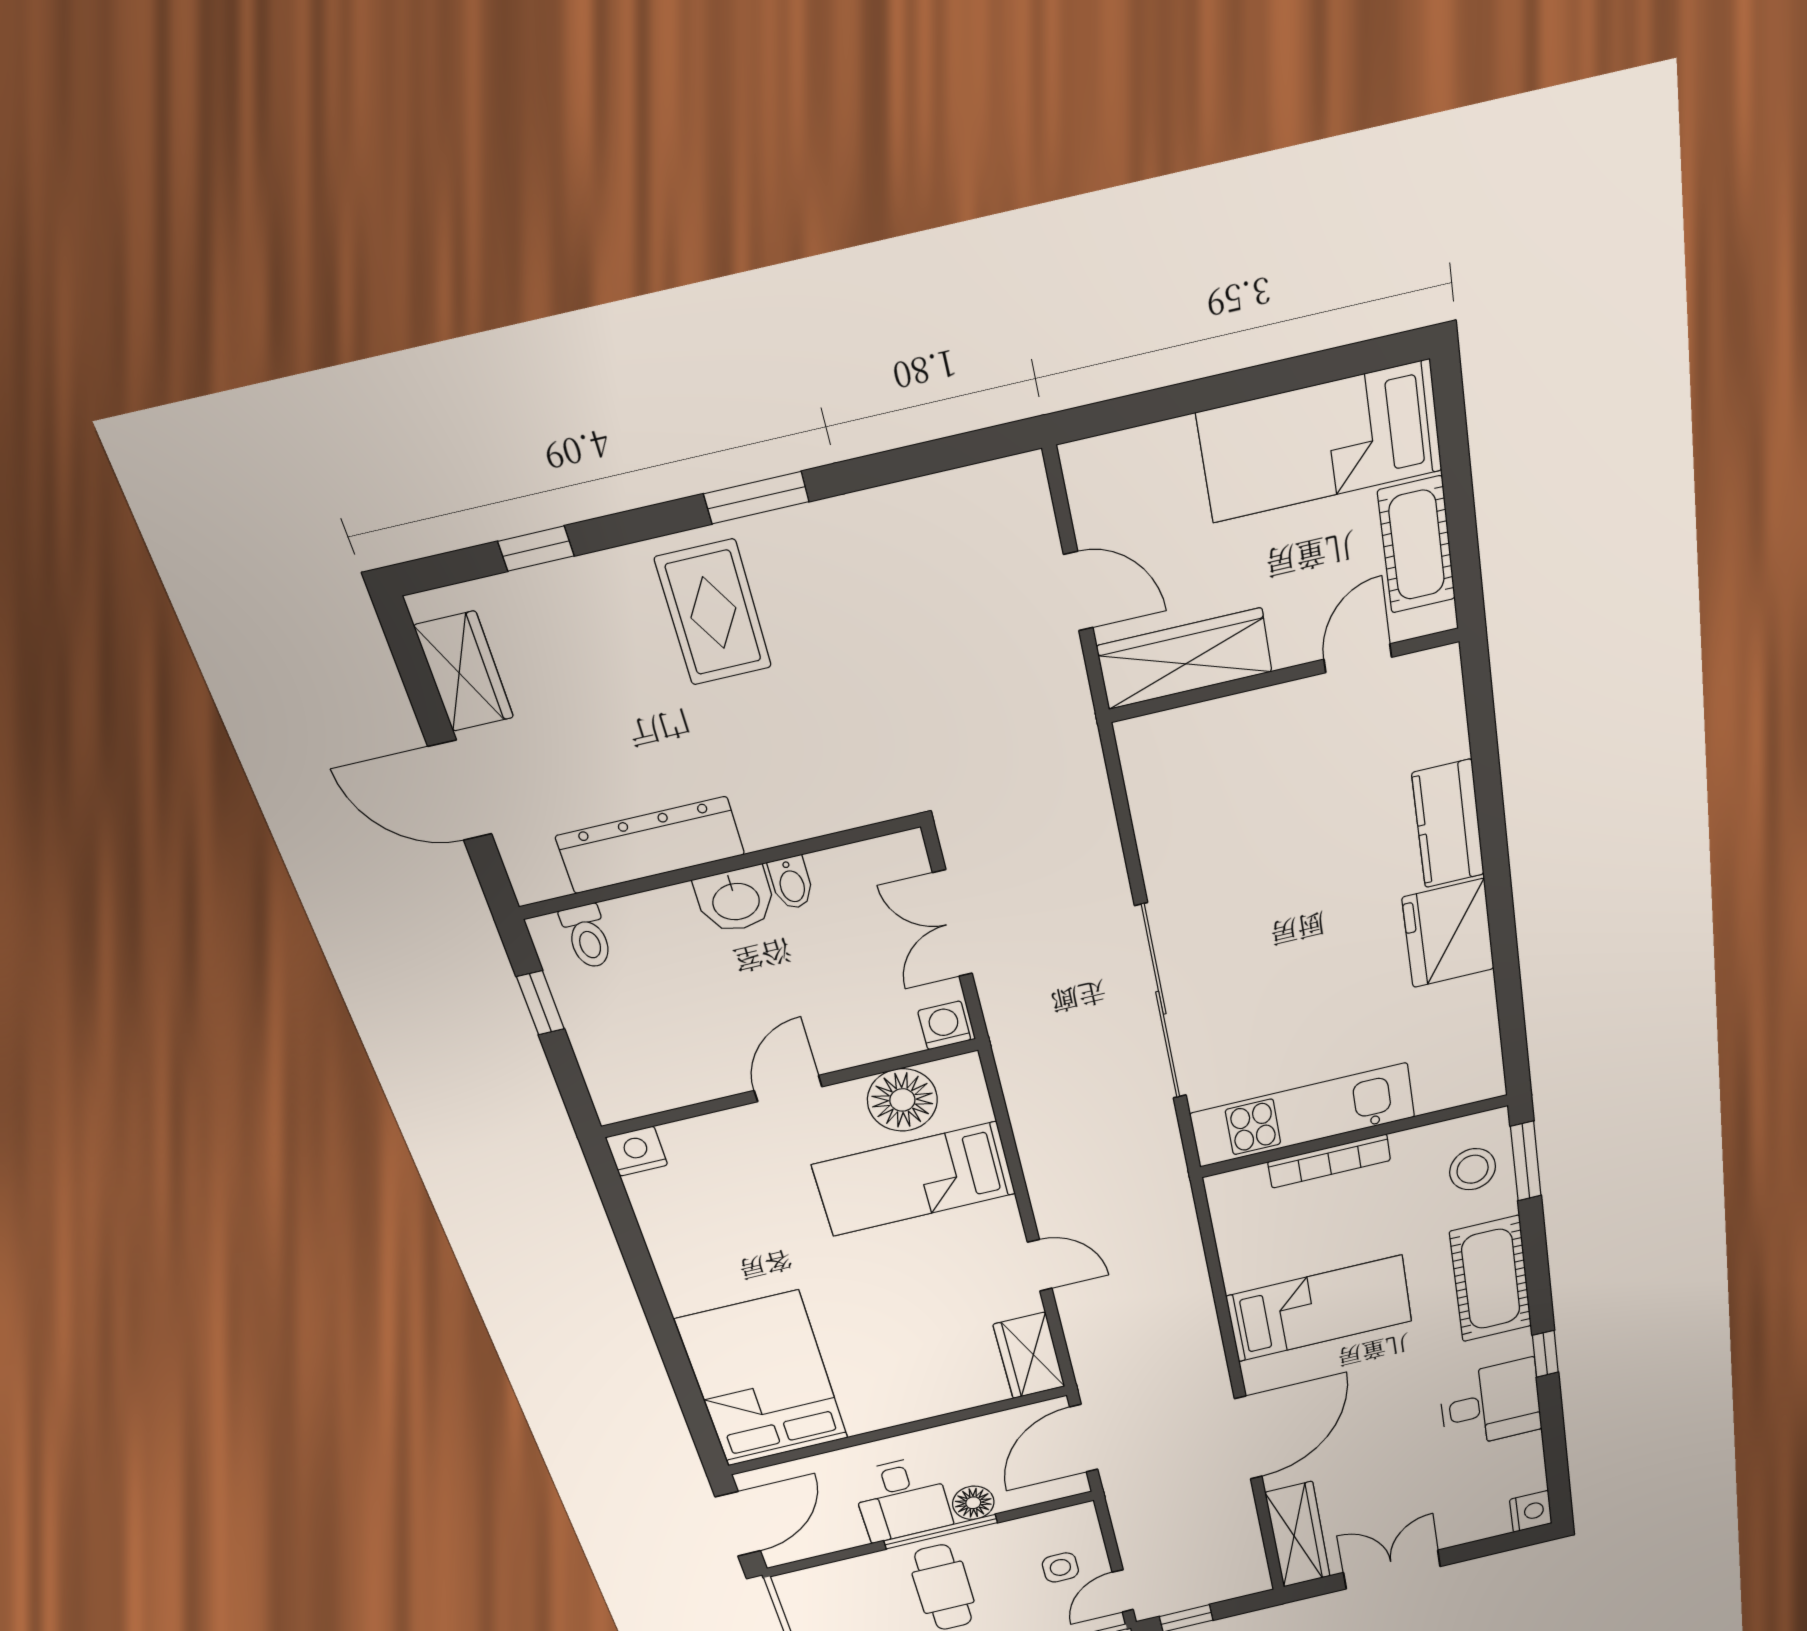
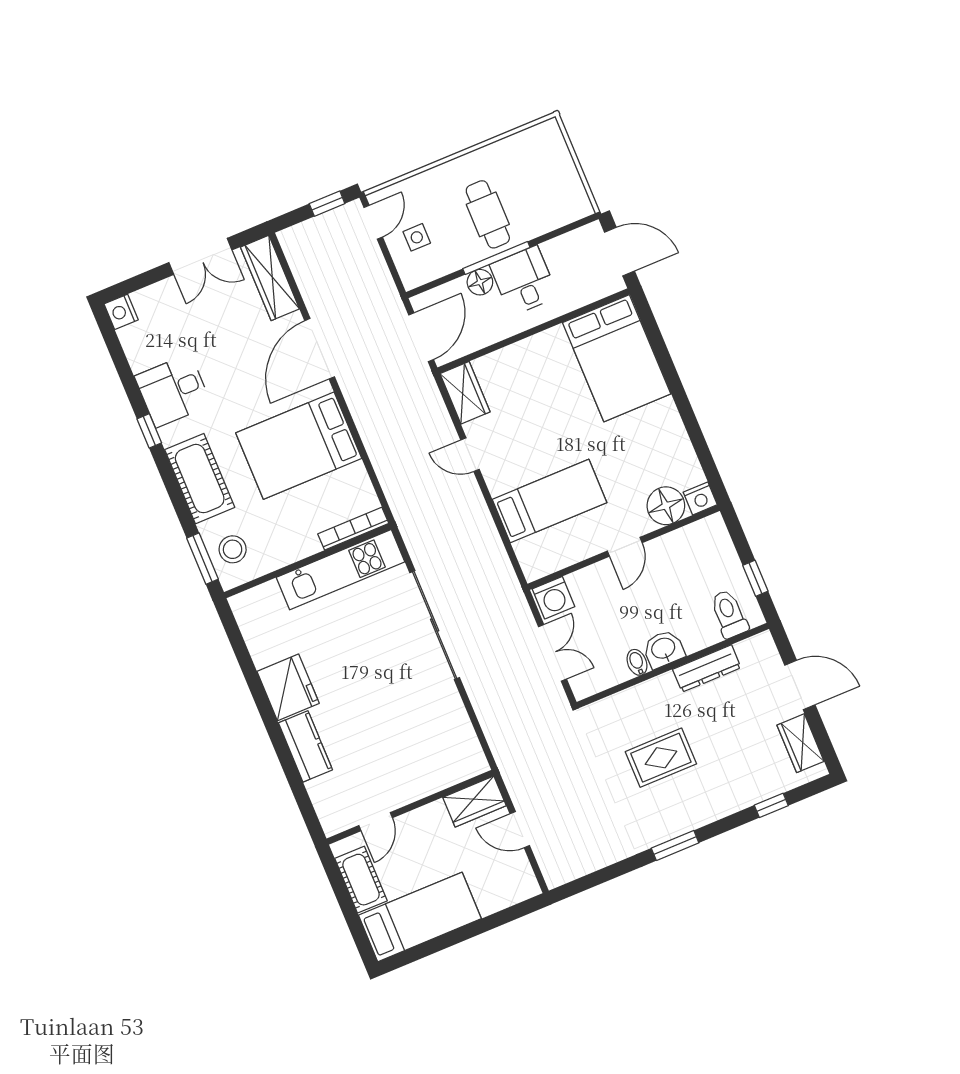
rug: (713, 613) -> (661, 758), moved, turned 90
wardrobe: (1185, 659) -> (475, 802), width x0.67
dresser: (650, 845) -> (707, 669), width x0.73, depth x0.80
toilet: (587, 936) -> (729, 614), width x1.37, depth x1.39
washing machine: (944, 1025) -> (554, 598), width x1.38, depth x1.38
floor lamp: (902, 1100) -> (666, 506), moved
bookcase: (1329, 1161) -> (353, 529), moved
bed: (1320, 1309) -> (299, 446), width x1.50
door: (738, 1524) -> (619, 252), swing flipped

